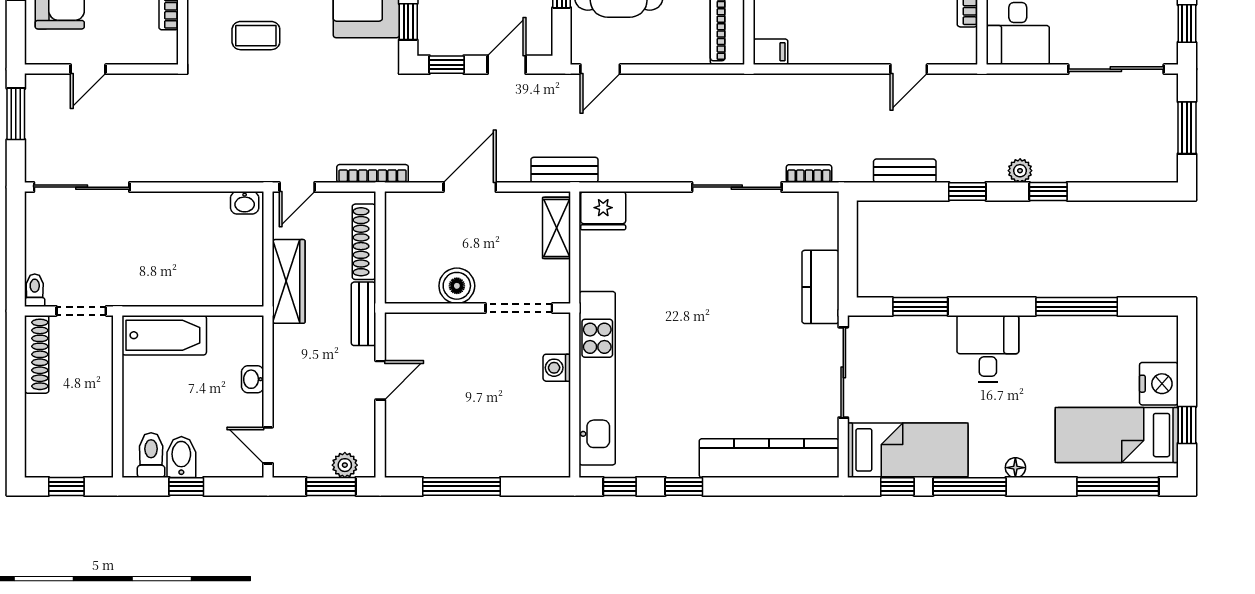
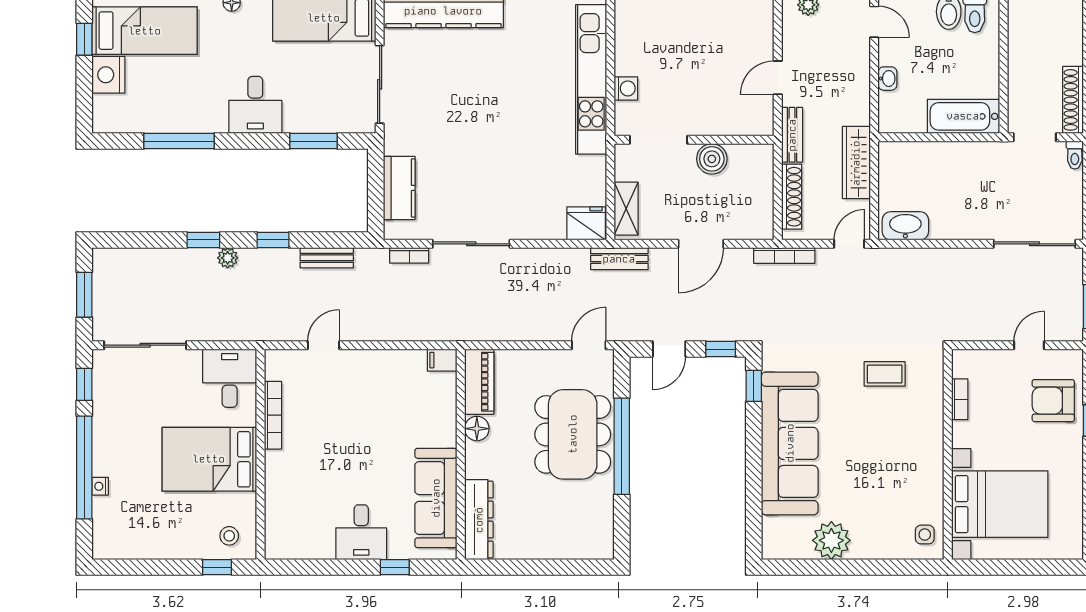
washbasin: (245, 203) -> (905, 226), width x1.91, depth x1.45
kitchen counter: (820, 287) -> (399, 188), moved

